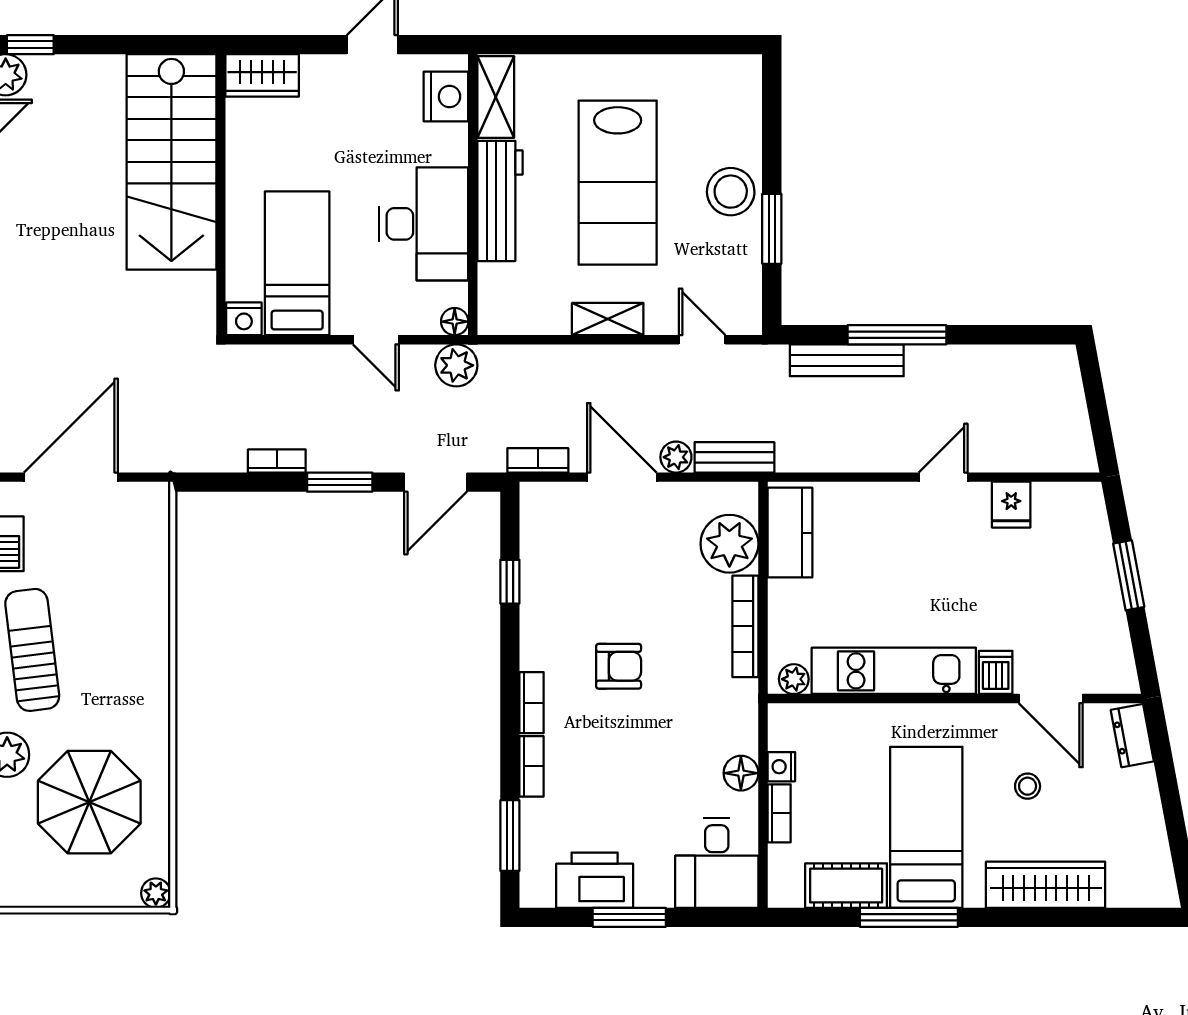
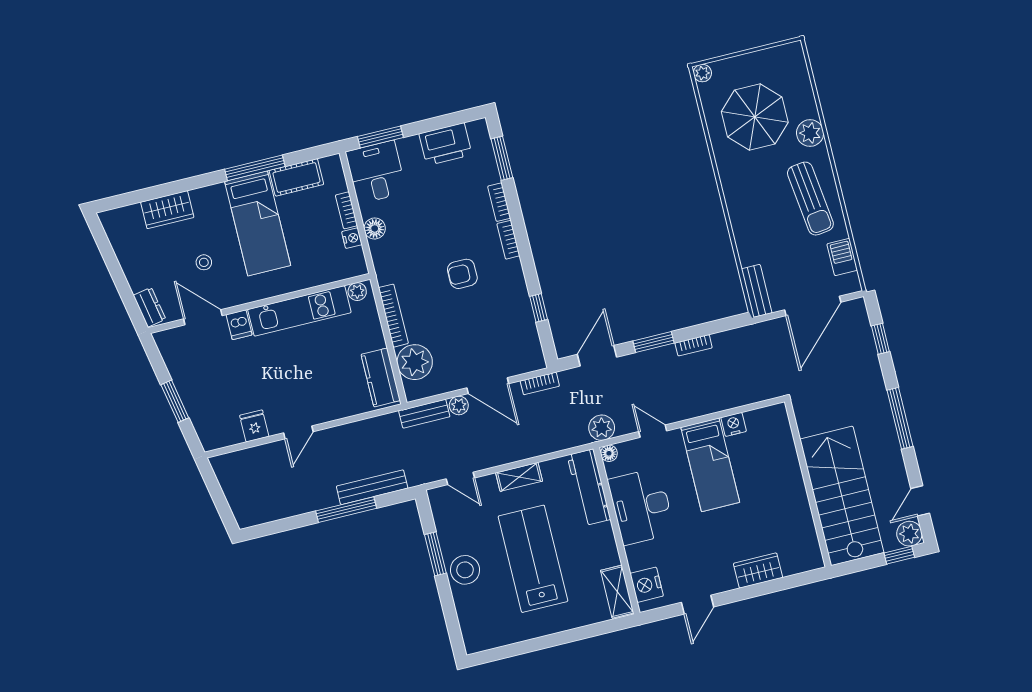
stairs: (171, 162) -> (842, 496), moved
wall: (221, 195) -> (808, 484), moved
workbench: (500, 201) -> (589, 487), moved
bench: (155, 523) -> (757, 291), added
wardrobe: (1046, 885) -> (167, 210), width x0.67
window: (629, 917) -> (380, 137), moved

